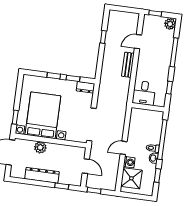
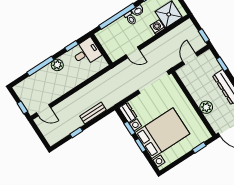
plant: (170, 24) -> (57, 65), moved
door: (138, 42) -> (43, 110), moved
bench: (128, 65) -> (93, 113), moved
desk: (144, 93) -> (86, 52), moved
bed with nightstands: (43, 115) -> (162, 133), moved, turned 180
door: (124, 148) -> (133, 52), moved

